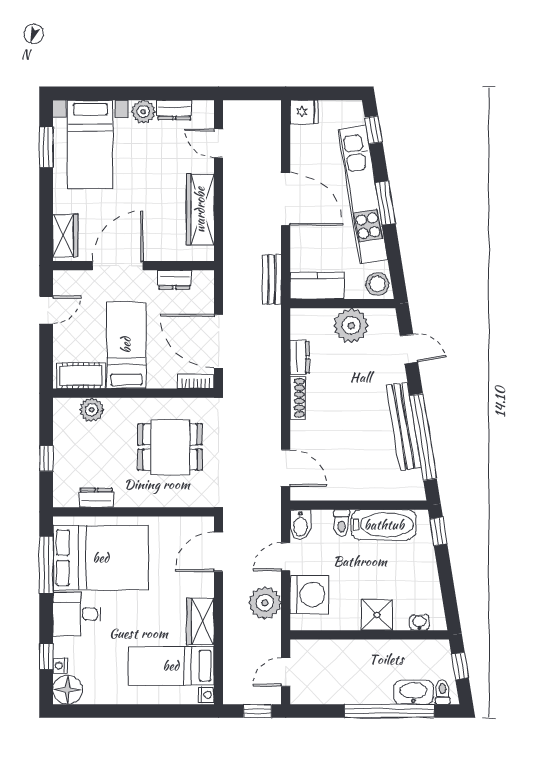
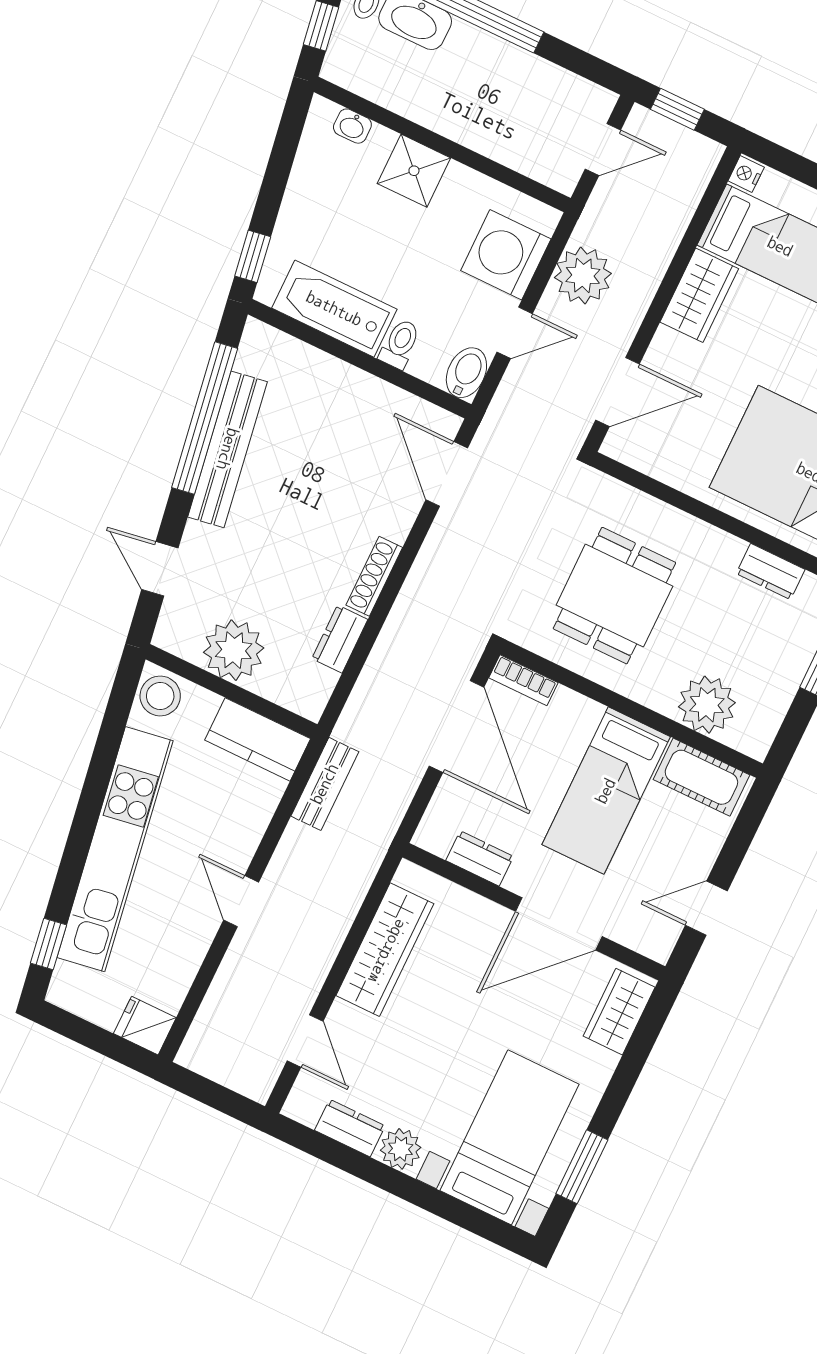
door: (286, 199) -> (241, 901), width x0.53
window: (385, 203) -> (86, 819), removed
plant: (92, 410) -> (707, 705), width x1.36, depth x1.36
dining table: (170, 447) -> (614, 596), turned 90

